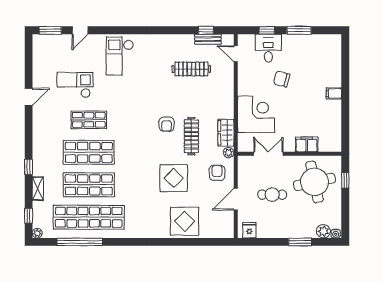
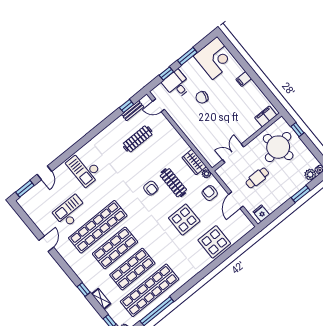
corner desk: (256, 114) -> (215, 58), moved, turned 90
shop shelf: (89, 120) -> (98, 227), width x2.00, depth x1.36
filing cabinet: (307, 144) -> (266, 116), moved

